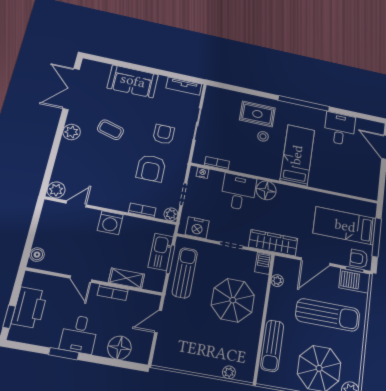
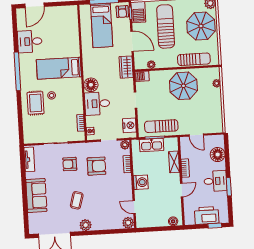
wardrobe: (273, 243) -> (126, 67), width x0.67
parasol: (233, 300) -> (183, 86), moved

